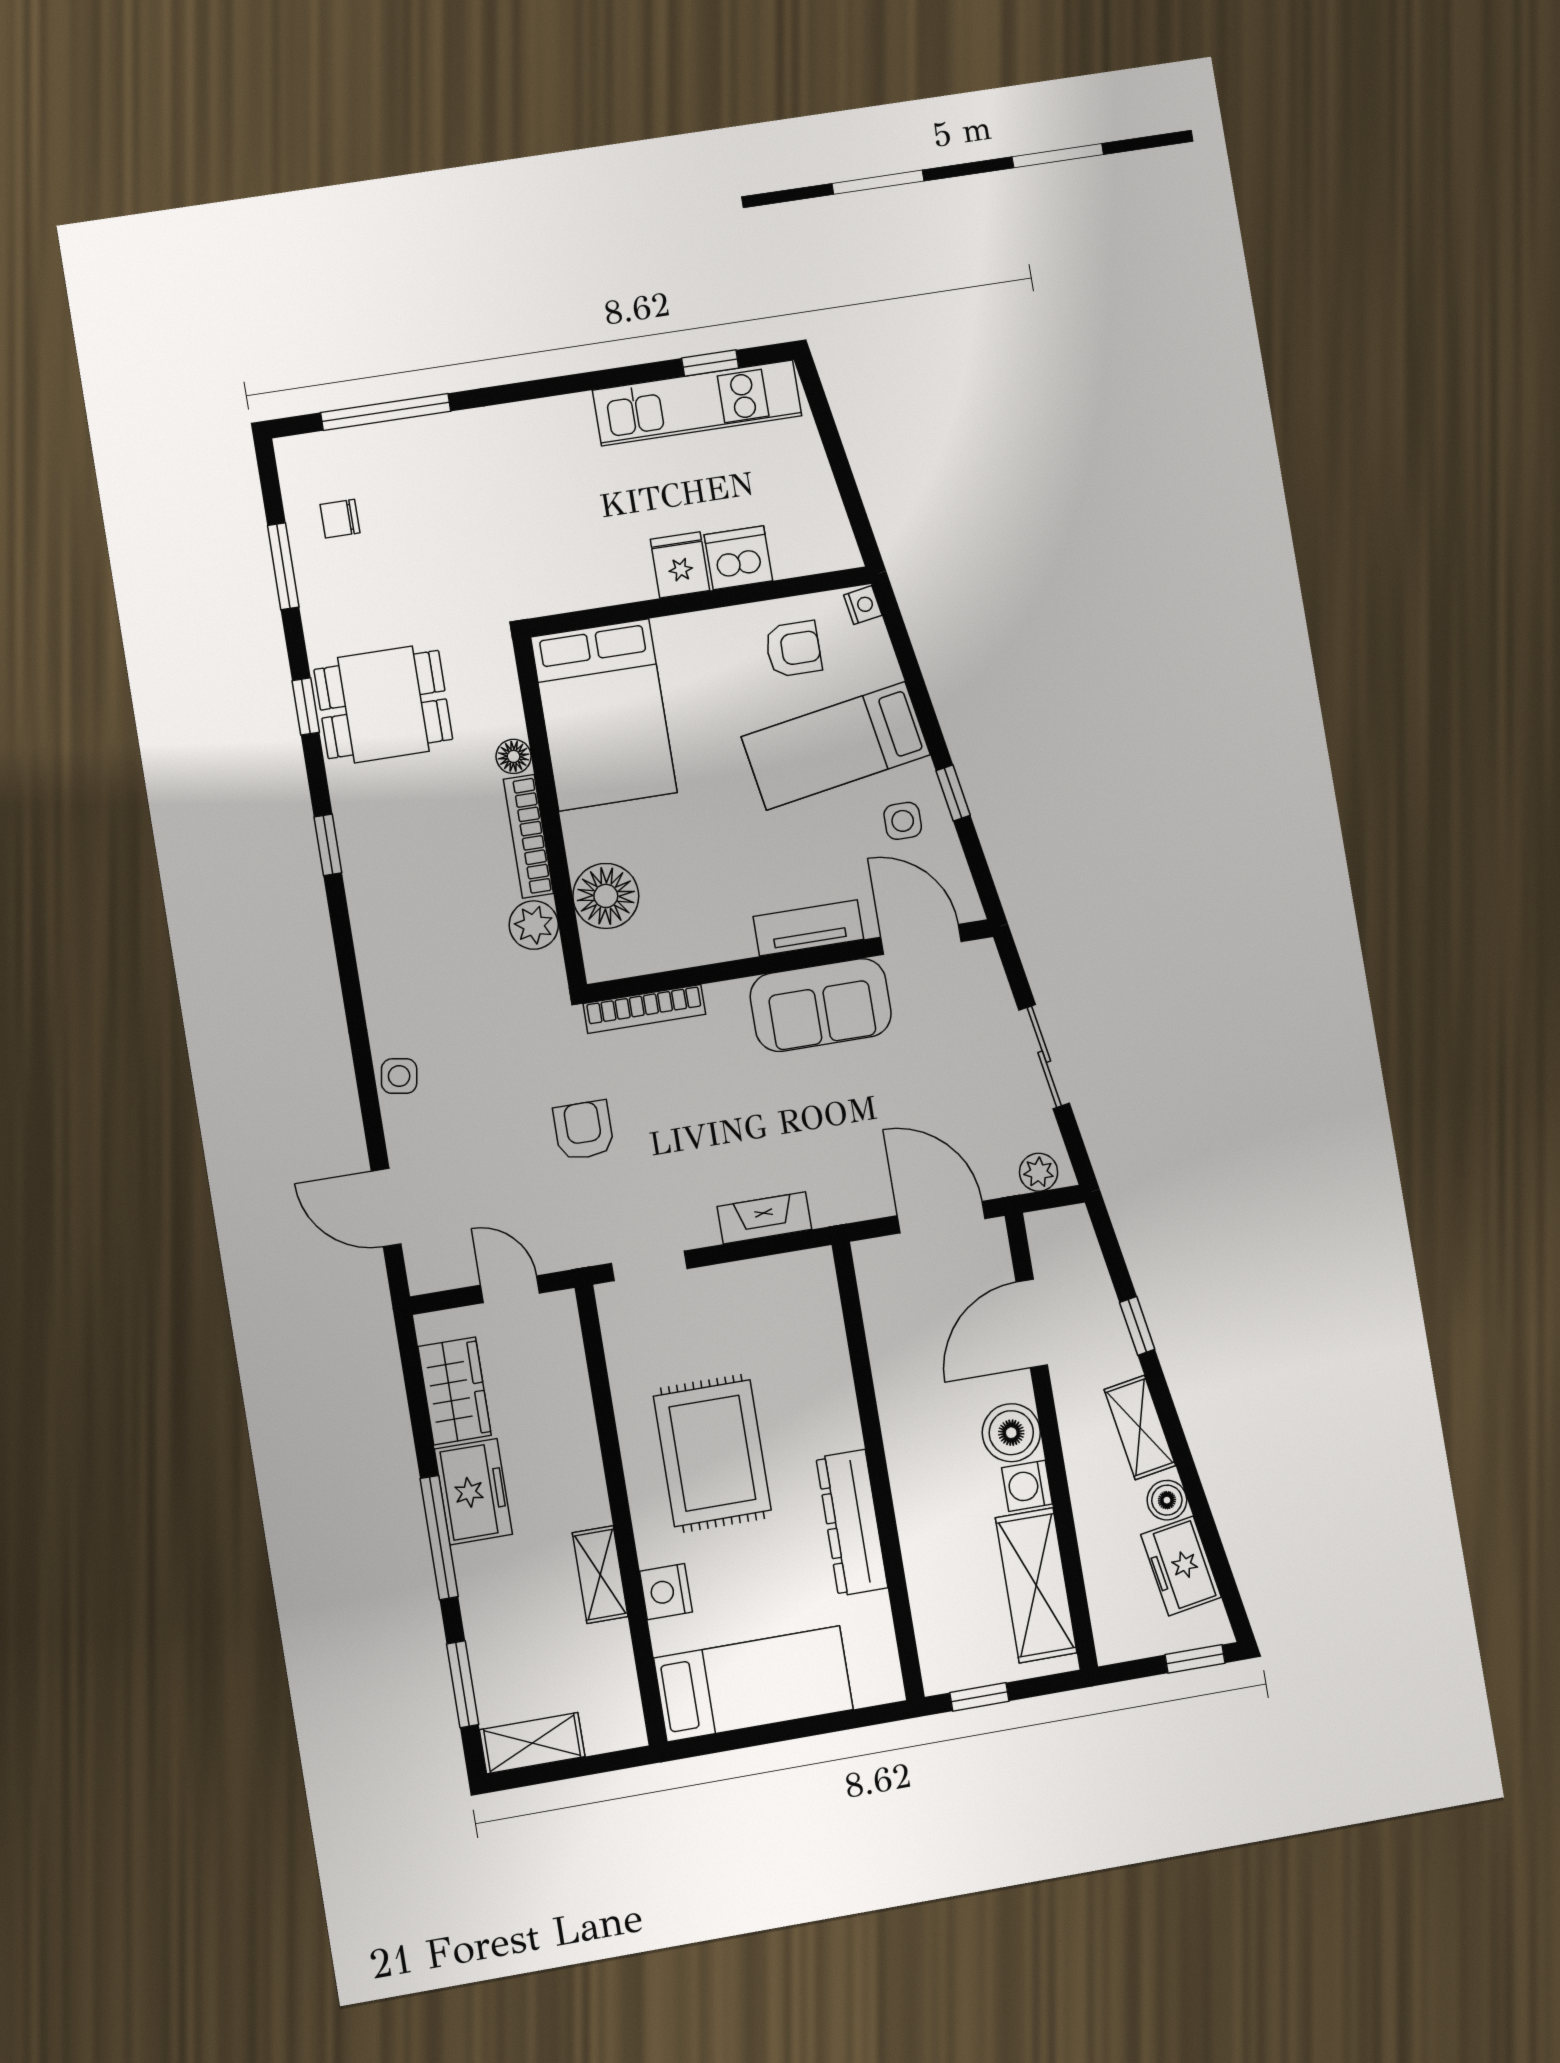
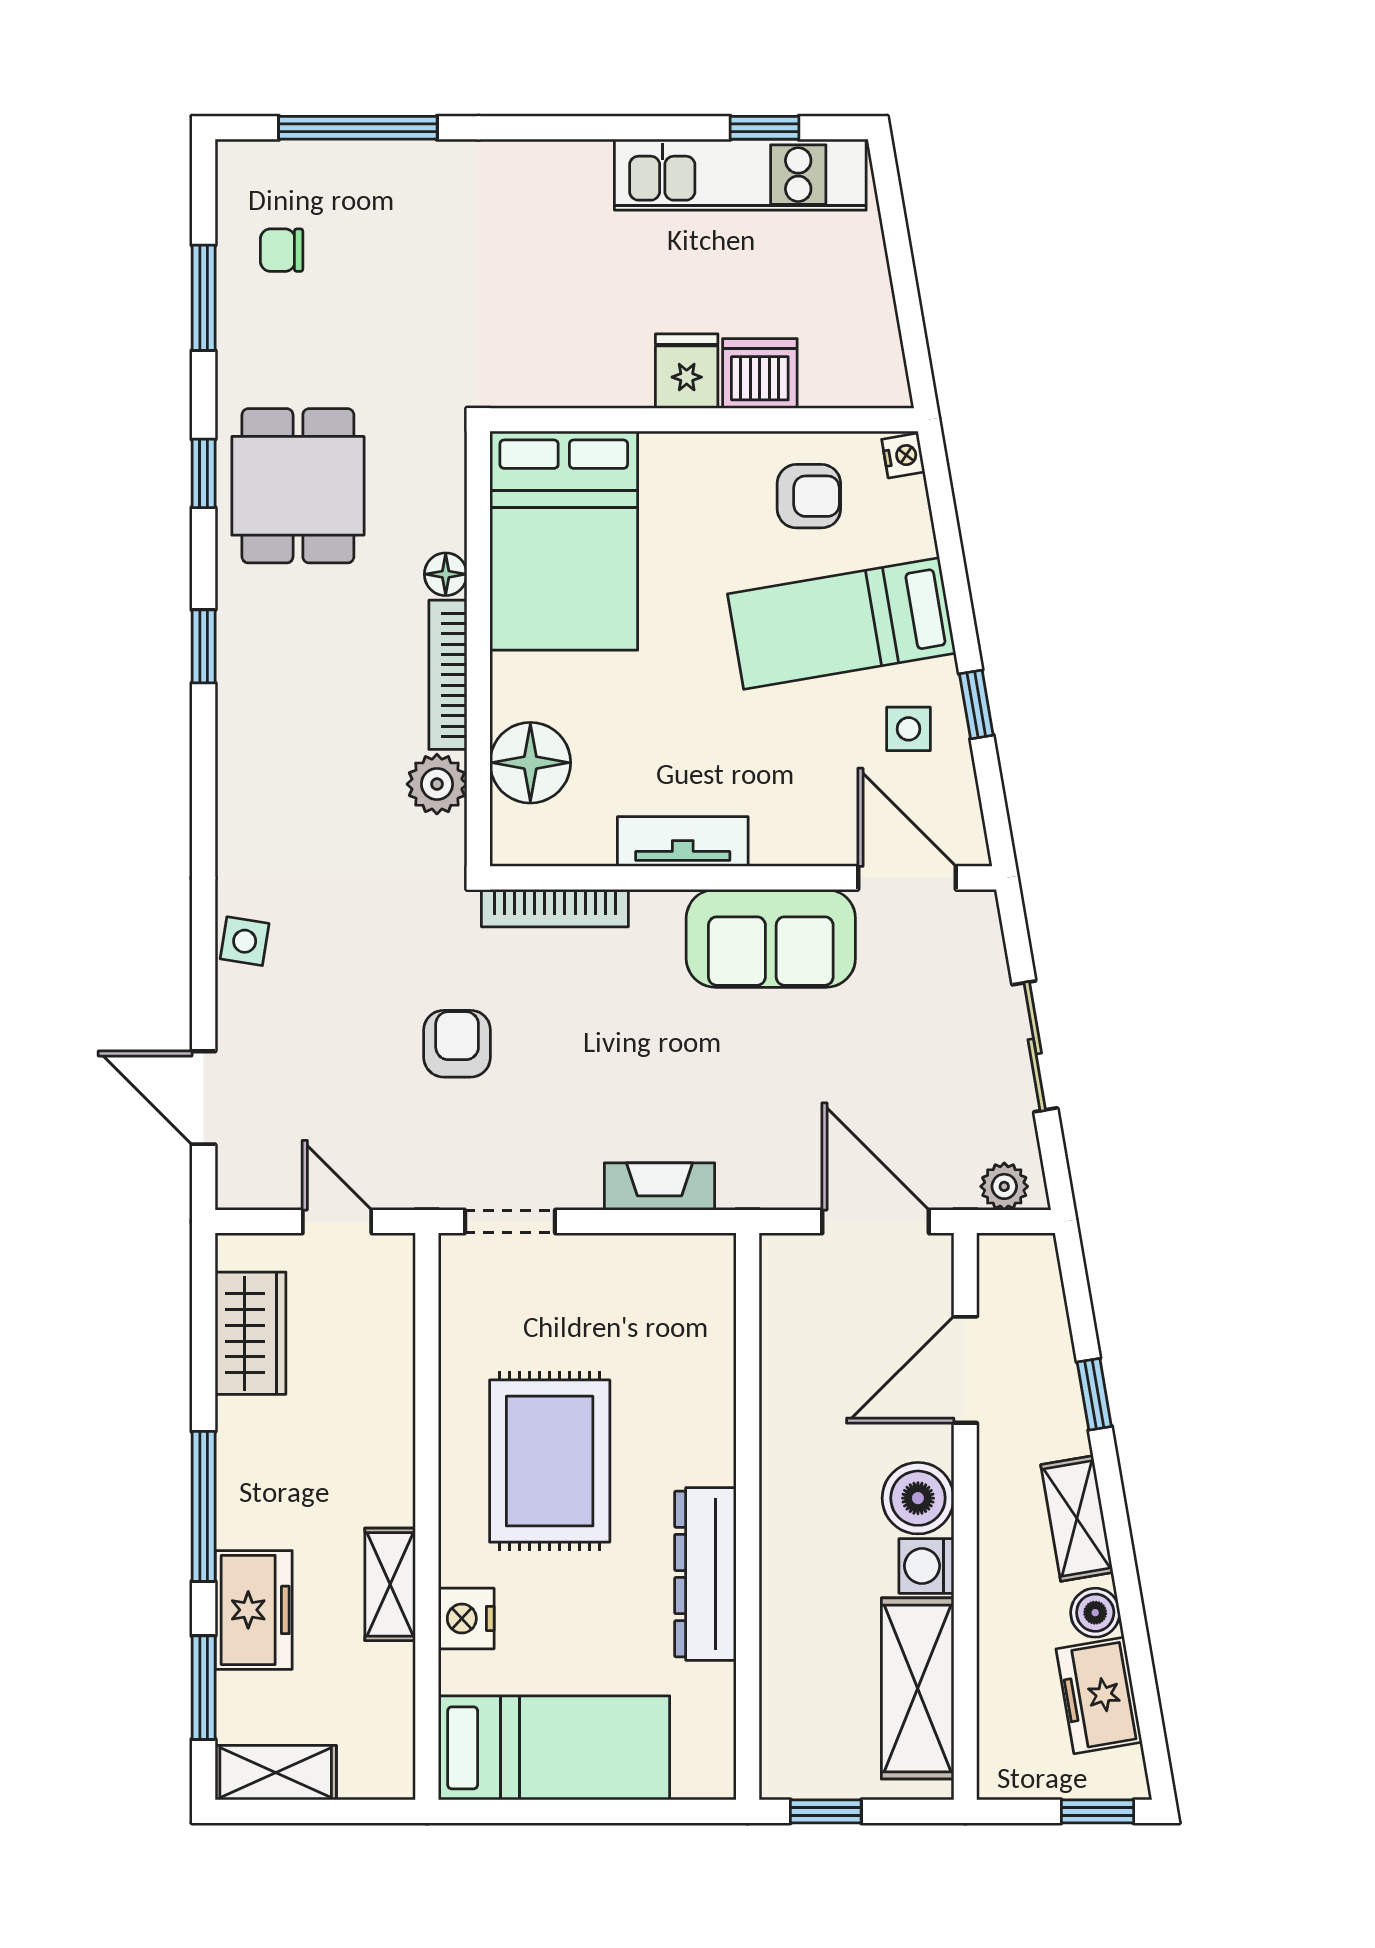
dining table: (383, 704) -> (298, 486), turned 90
tv unit: (808, 928) -> (683, 841), moved
freezer: (473, 1492) -> (254, 1610), moved

